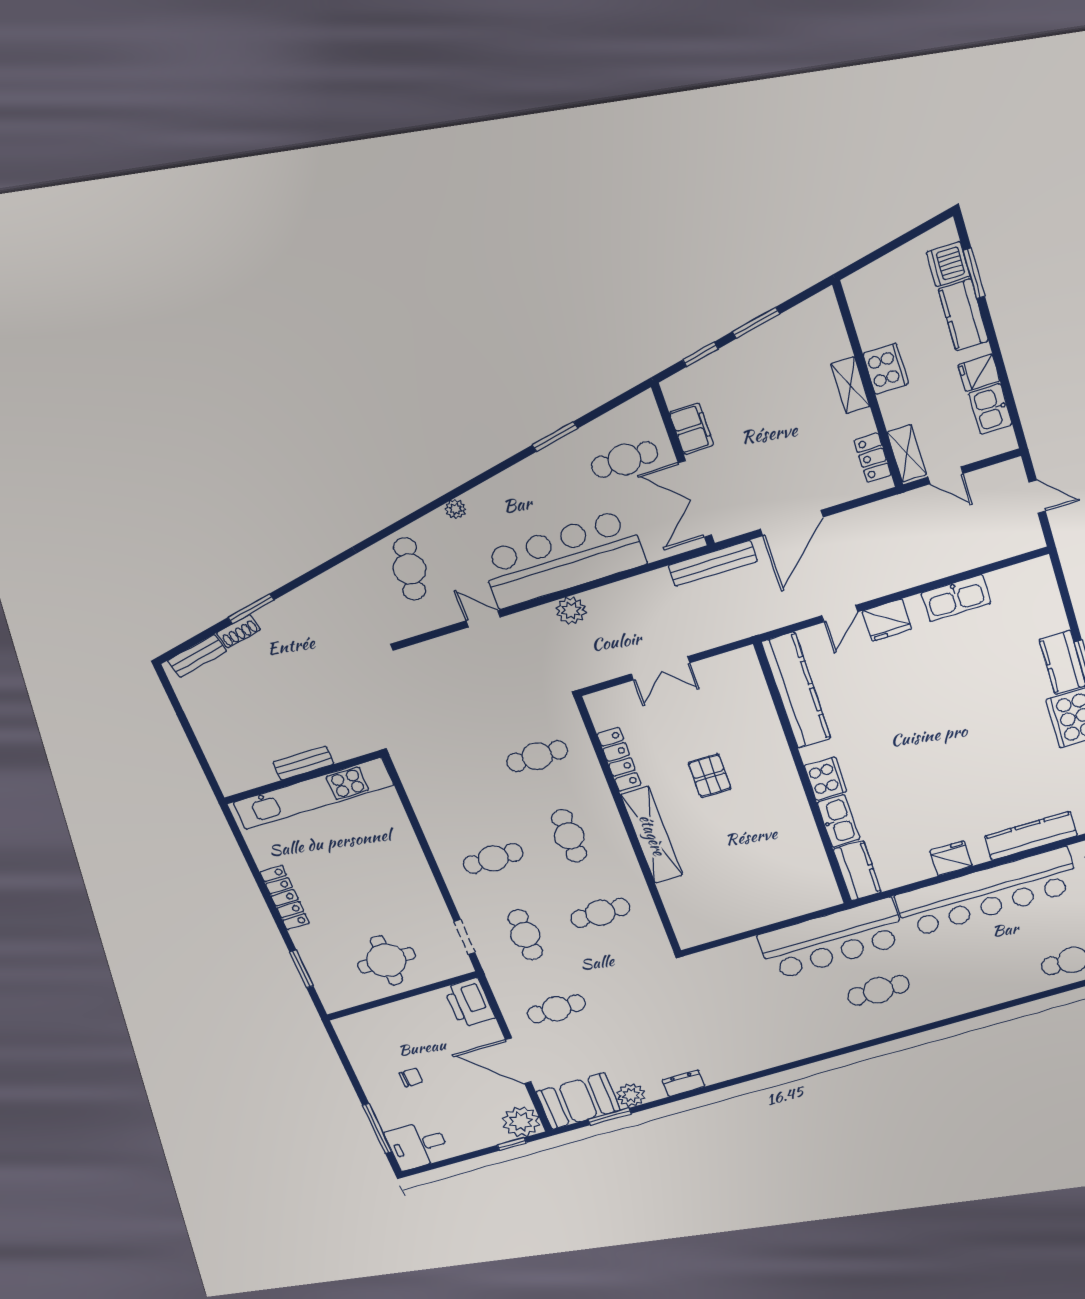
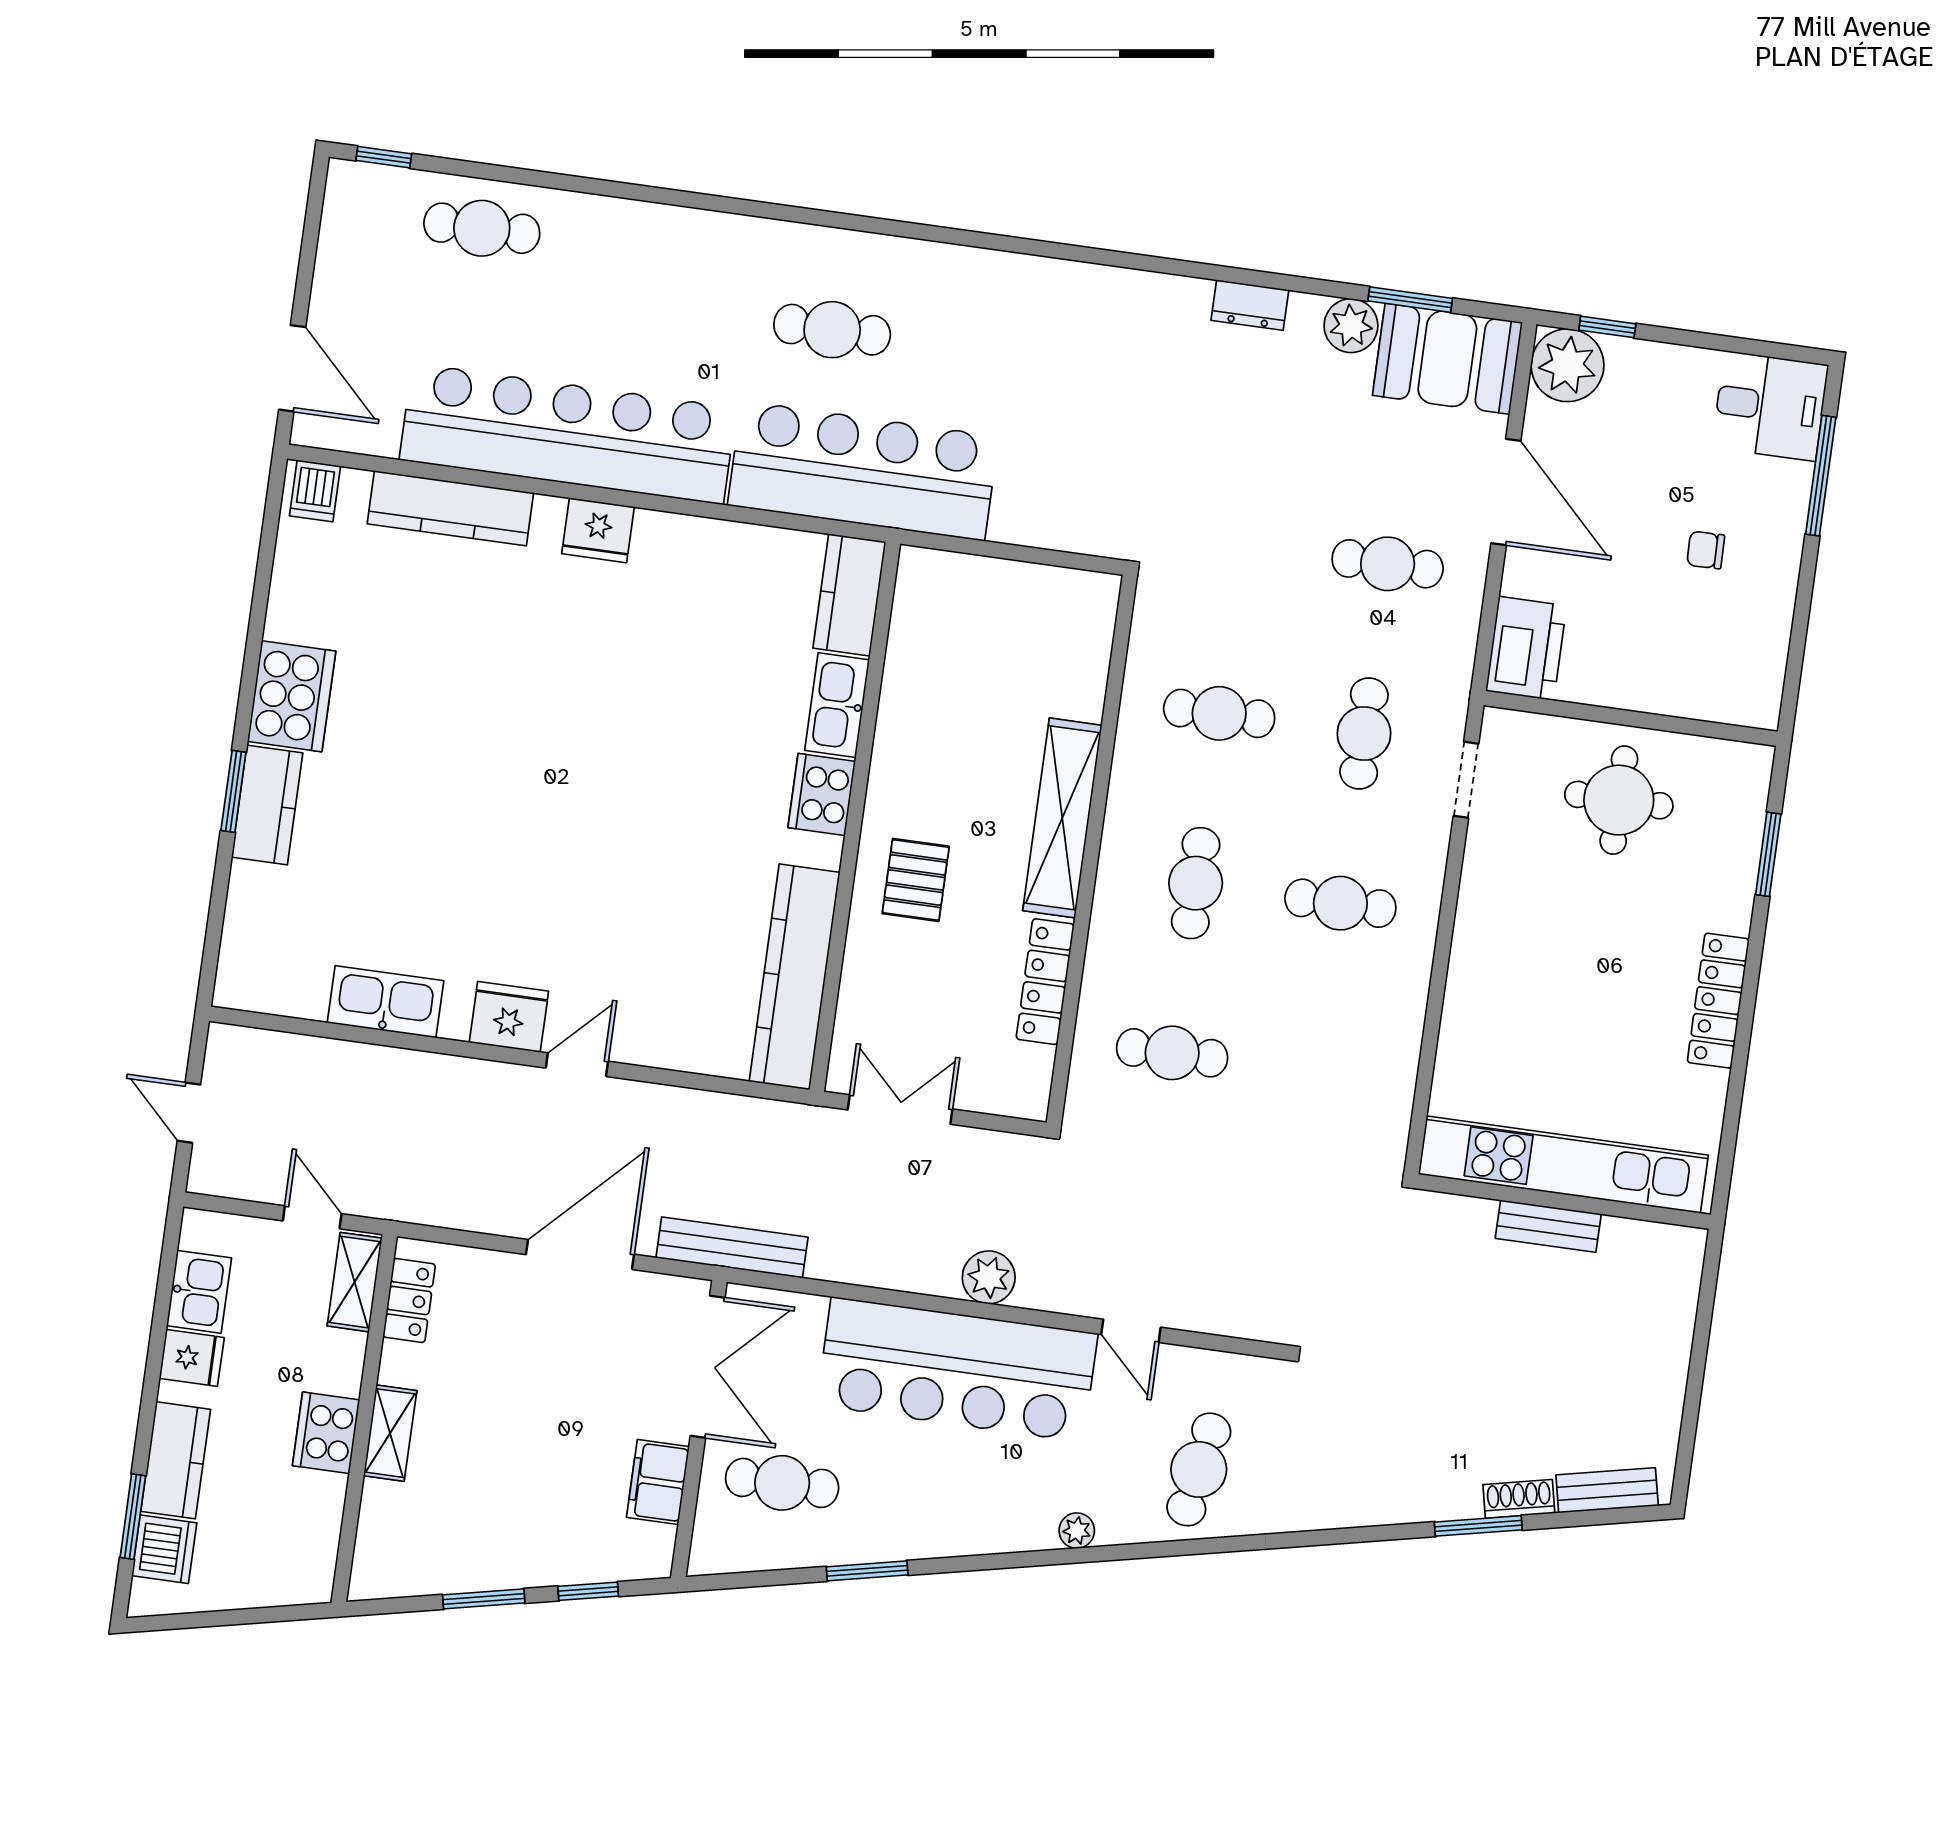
kitchen counter: (796, 690) -> (795, 977), moved
wall: (803, 776) -> (855, 817), moved
cooker: (826, 779) -> (822, 794), moved
kitchen sink: (838, 821) -> (837, 705), moved
kitchen counter: (857, 871) -> (849, 595), moved

